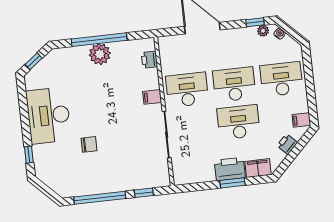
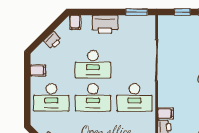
filing cabinet: (152, 97) -> (166, 113), moved
filing cabinet: (301, 120) -> (38, 71), moved
filing cabinet: (258, 168) -> (75, 22), width x0.50
window: (232, 183) -> (137, 12), moved

